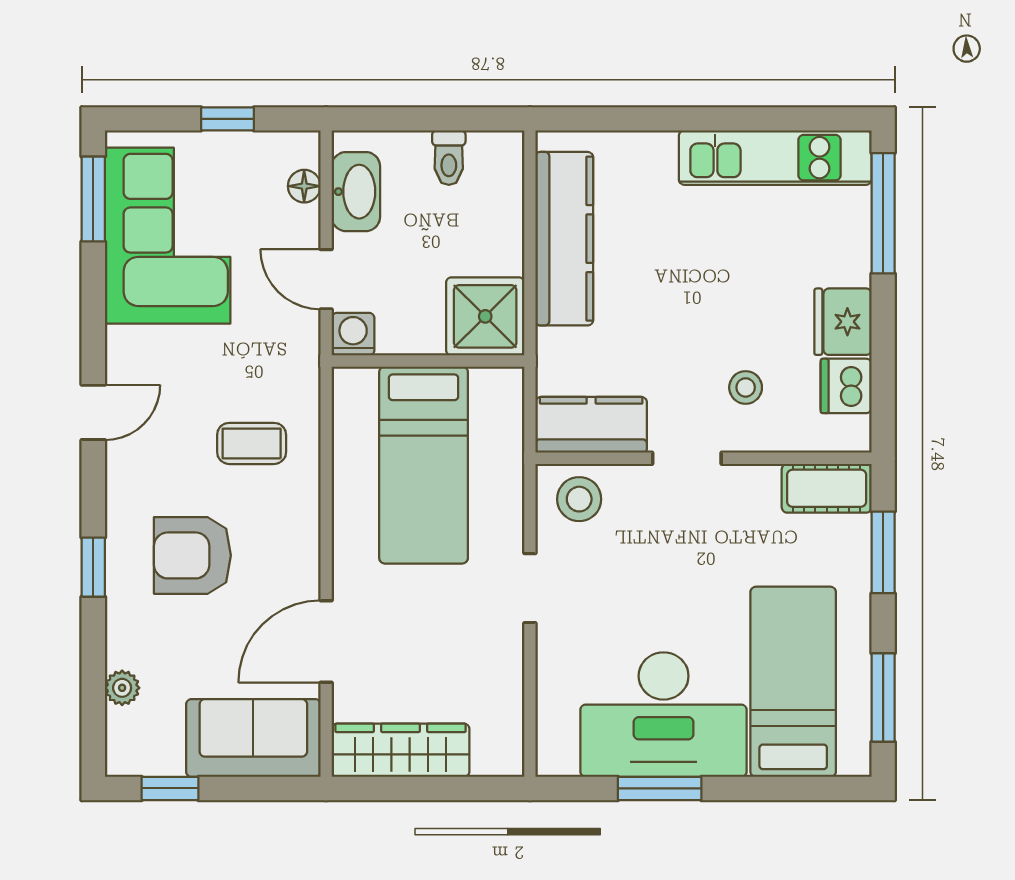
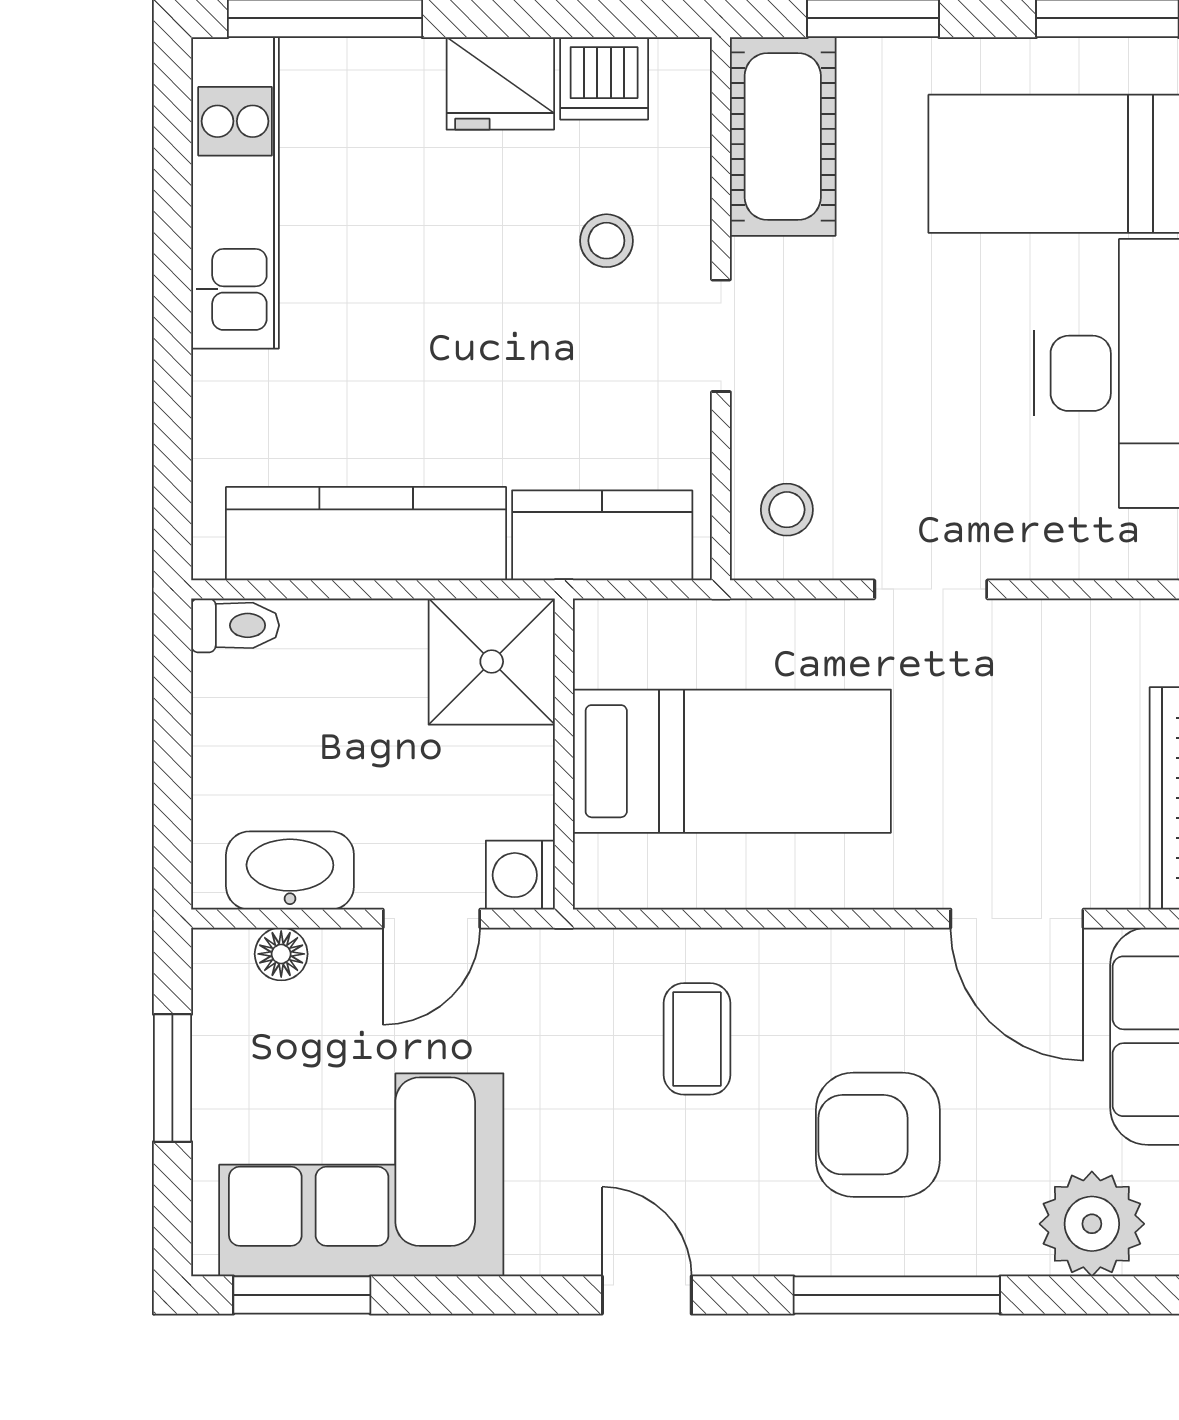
window: (227, 119) -> (172, 1078), width x1.50
toilet: (449, 158) -> (235, 625), moved
kitchen counter: (591, 425) -> (602, 535), moved, turned 90
cot: (827, 488) -> (783, 136), width x1.37, depth x1.34
stool: (579, 499) -> (787, 510), width x0.73, depth x0.73
armchair: (192, 555) -> (878, 1135), turned 90
window: (93, 567) -> (897, 1295), width x2.17
plant: (122, 688) -> (1092, 1224), width x1.88, depth x1.88

